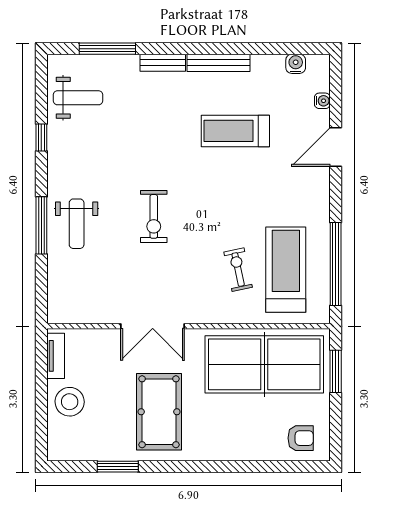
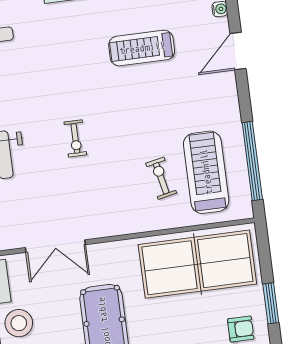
exercise bike: (154, 216) -> (75, 138), width x0.73, depth x0.72
double door: (153, 326) -> (55, 246), moved
window: (336, 371) -> (271, 303), moved

